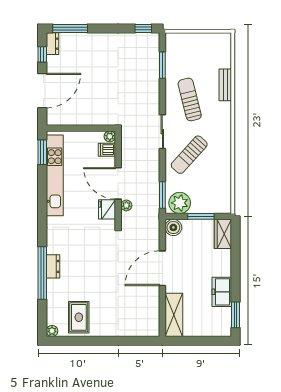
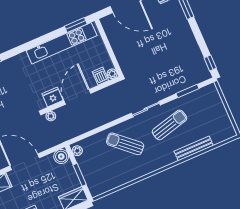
bench: (225, 85) -> (194, 148), width x1.36
sliding door: (162, 132) -> (146, 109), moved
window: (162, 195) -> (83, 136), removed
plant: (180, 203) -> (77, 151), width x0.53, depth x0.53
plant: (126, 205) -> (51, 116), moved

